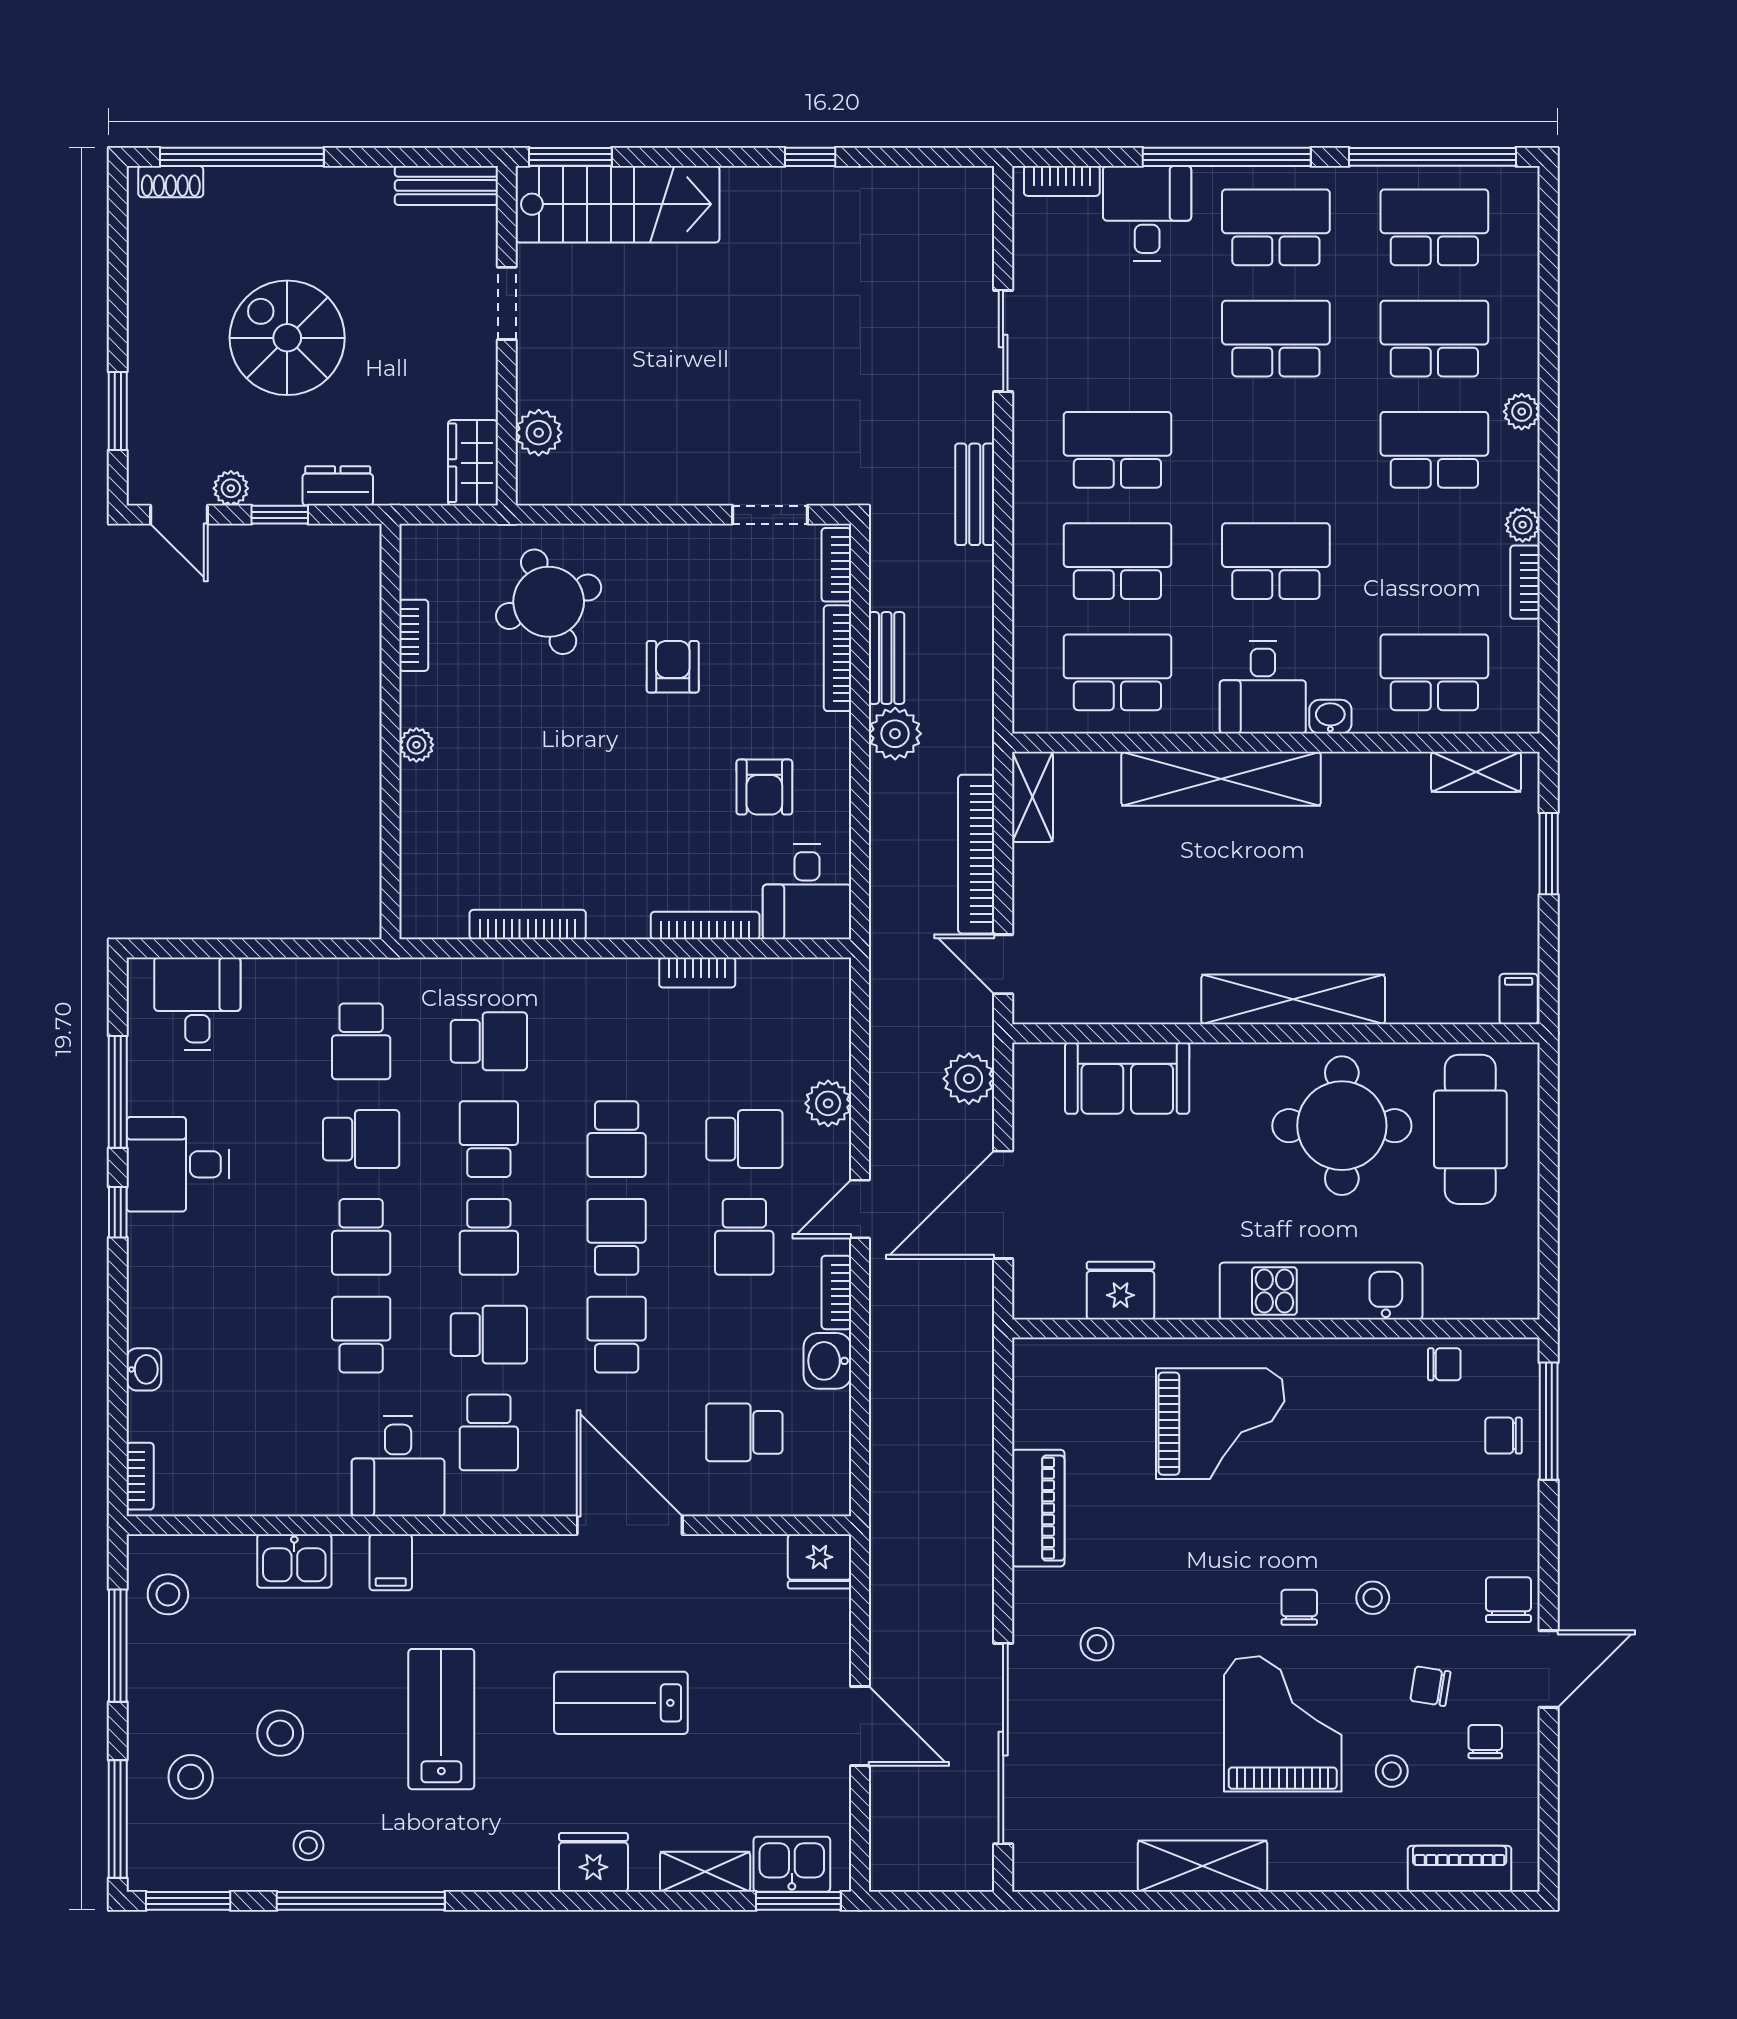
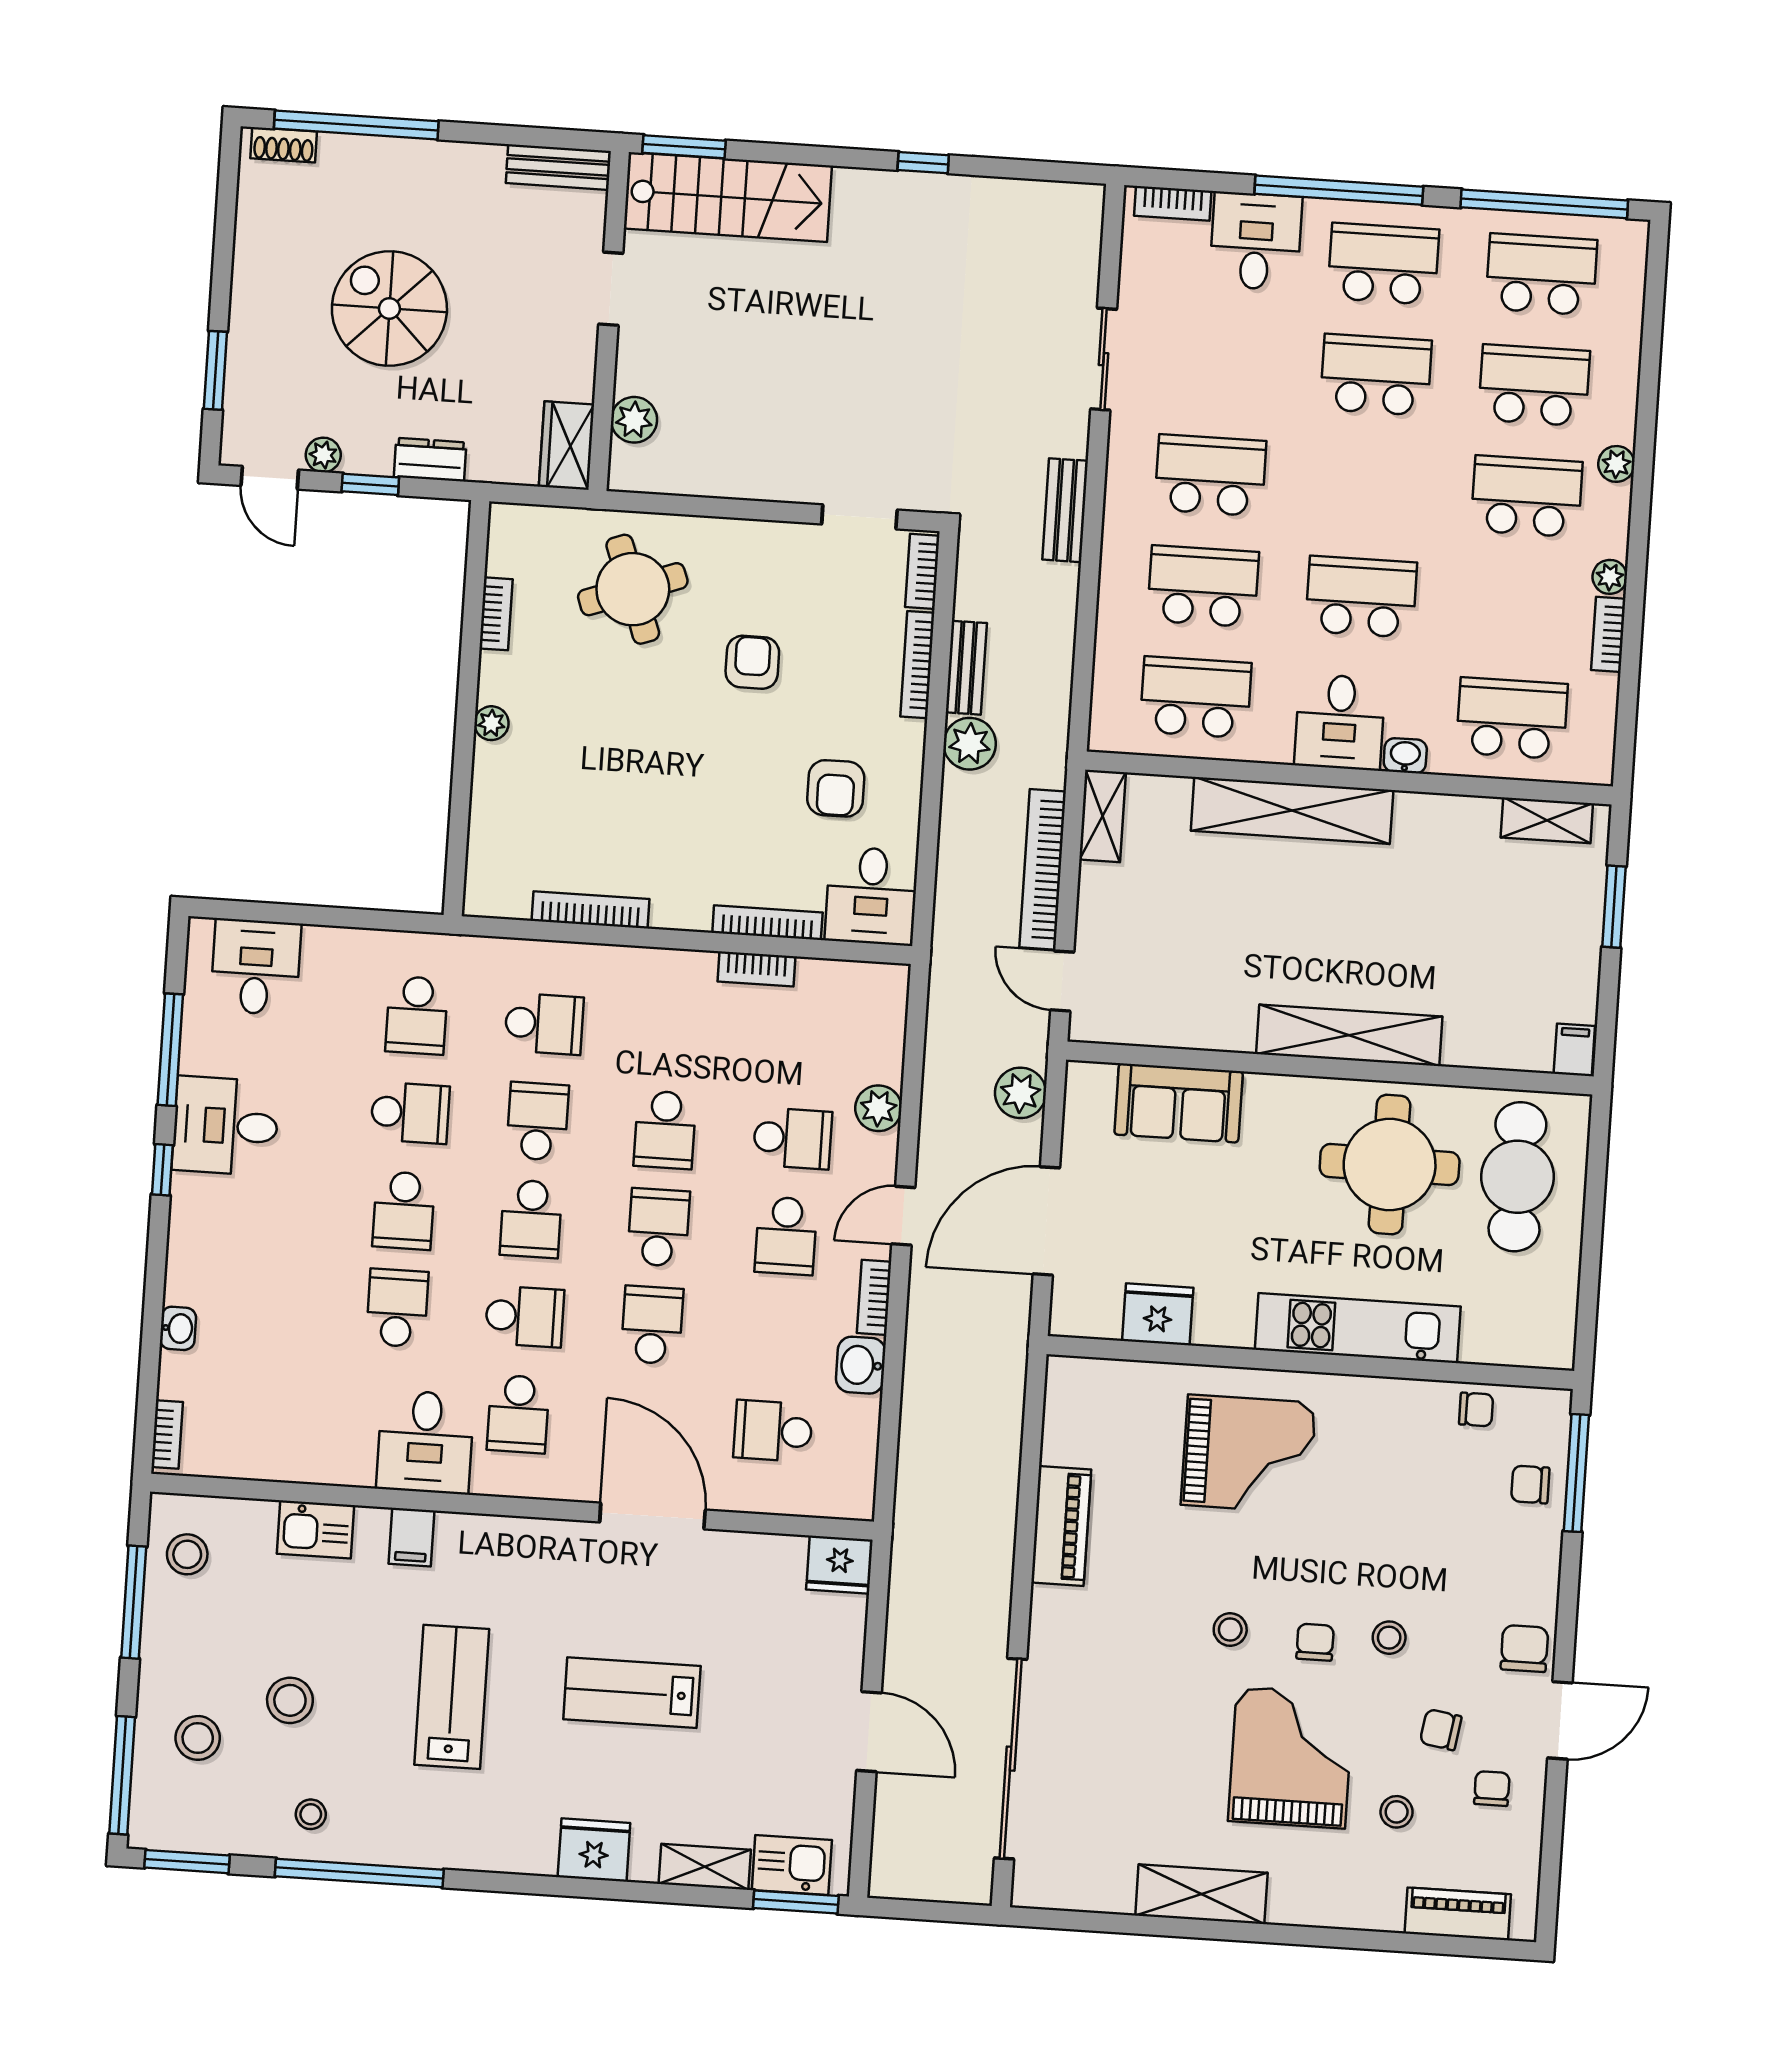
stool: (1097, 1644) -> (1230, 1630), moved

